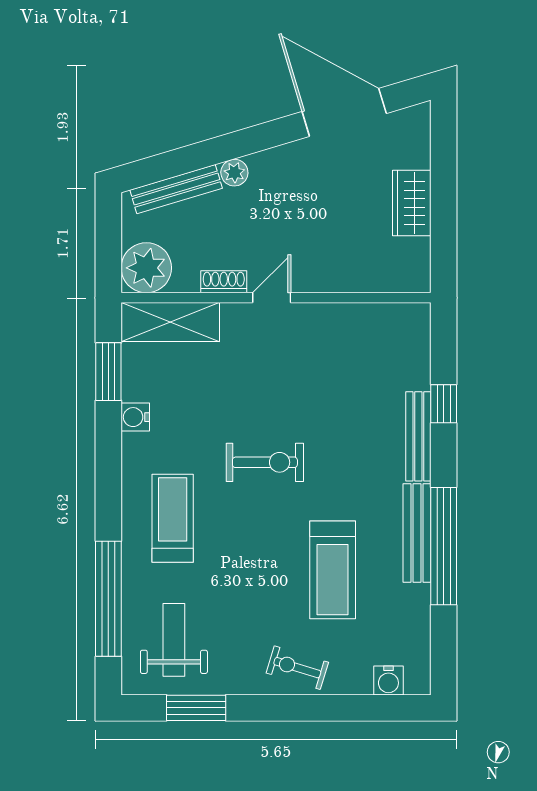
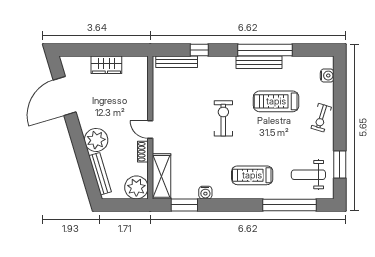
plant: (234, 173) -> (96, 140), width x1.88, depth x1.88
bench: (418, 436) -> (177, 62), moved
exercise bike: (265, 462) -> (223, 118), moved
treadmill: (333, 570) -> (276, 101), turned 180

